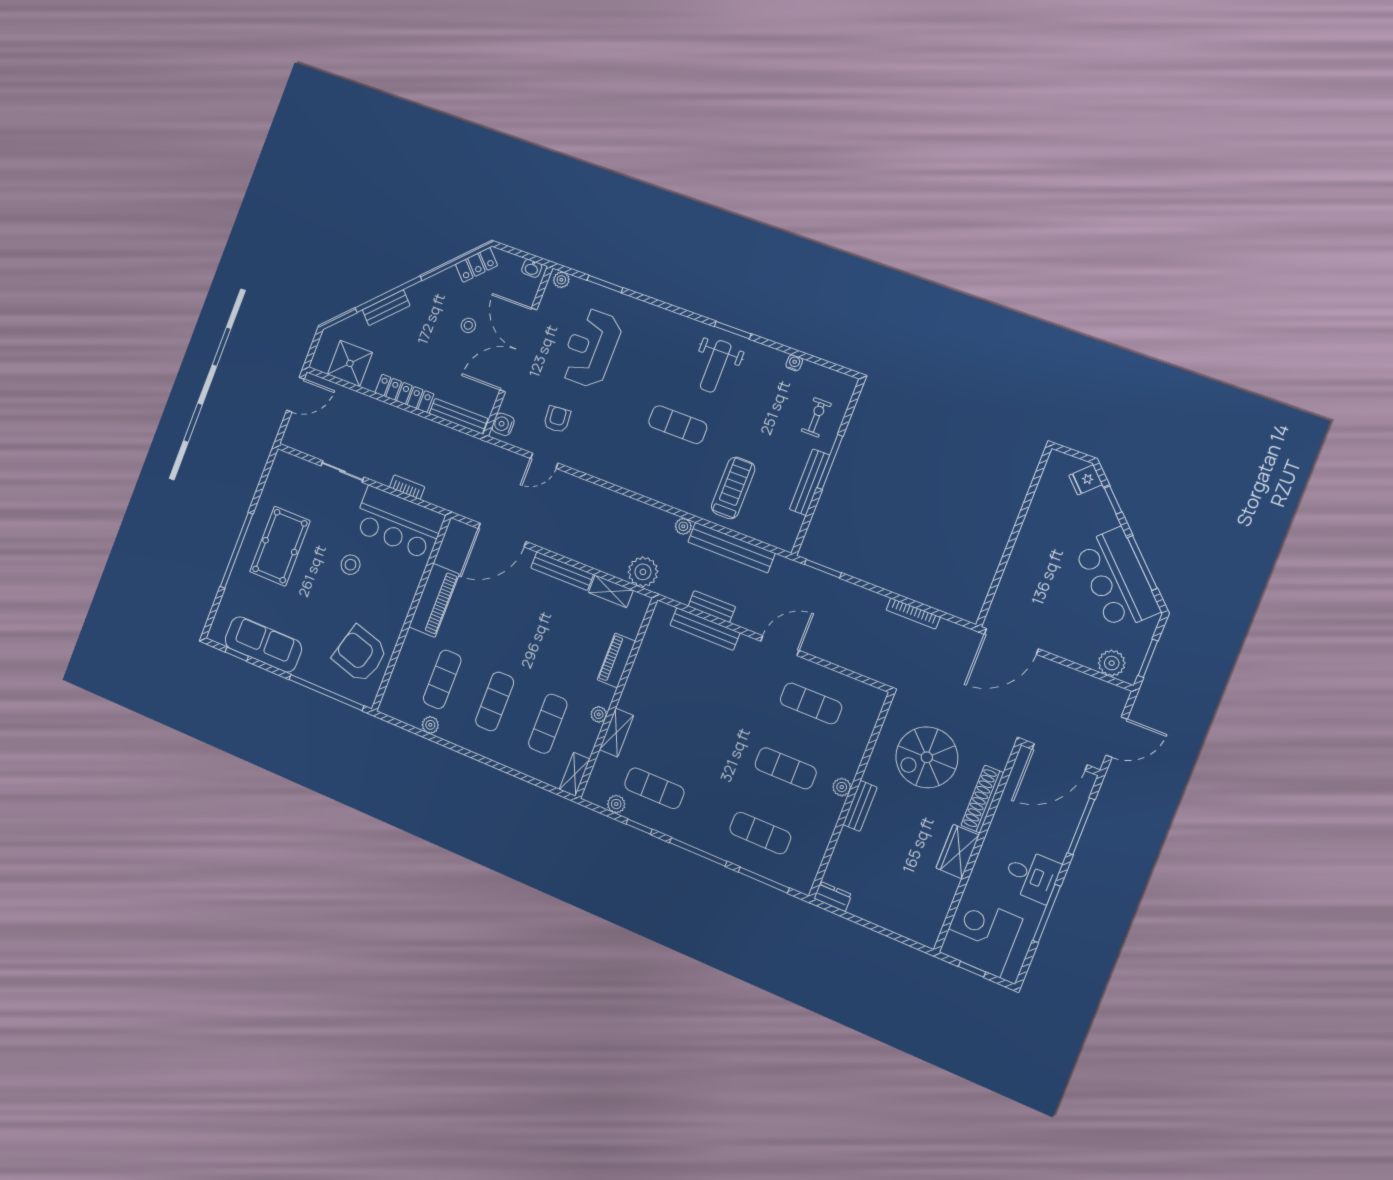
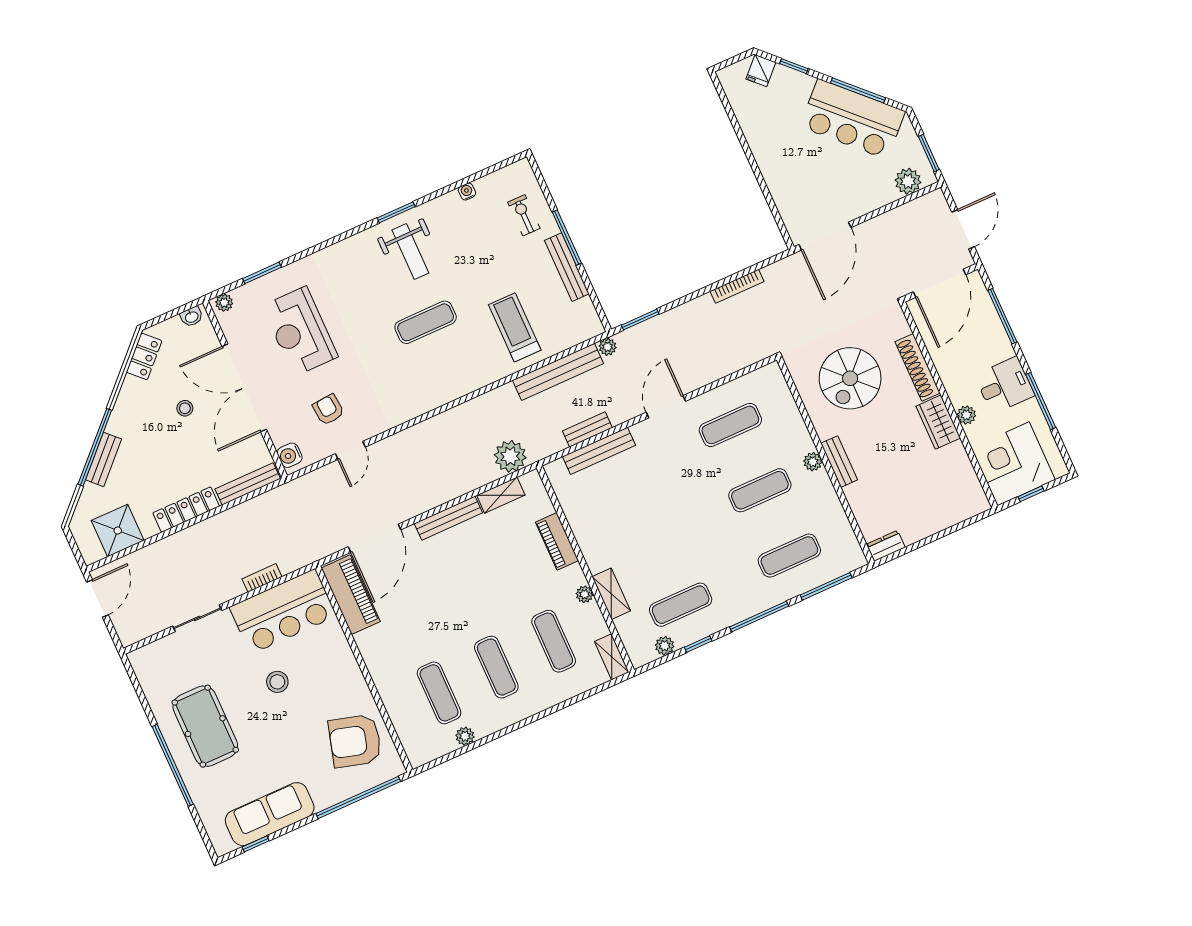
plant: (683, 526) -> (608, 347), moved
piano: (434, 600) -> (351, 595), moved
plant: (983, 868) -> (966, 415), added

